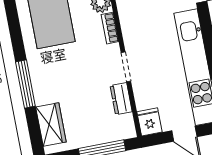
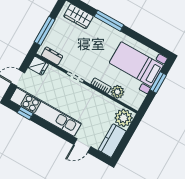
dresser: (121, 99) -> (52, 56), moved

